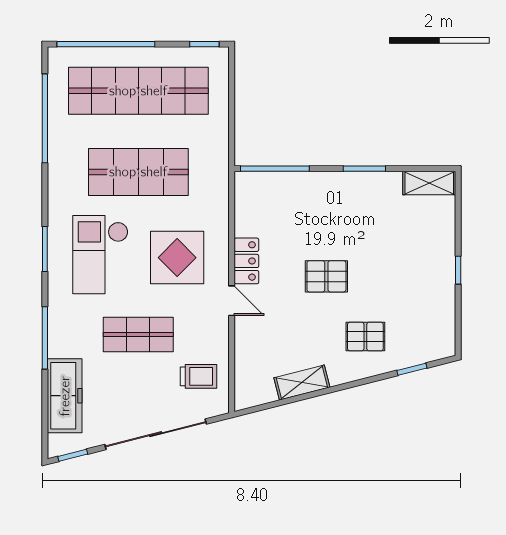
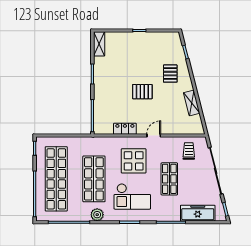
plant: (61, 179) -> (97, 215), added
locker: (246, 261) -> (125, 129), moved
pallet: (326, 276) -> (142, 92), turned 90

